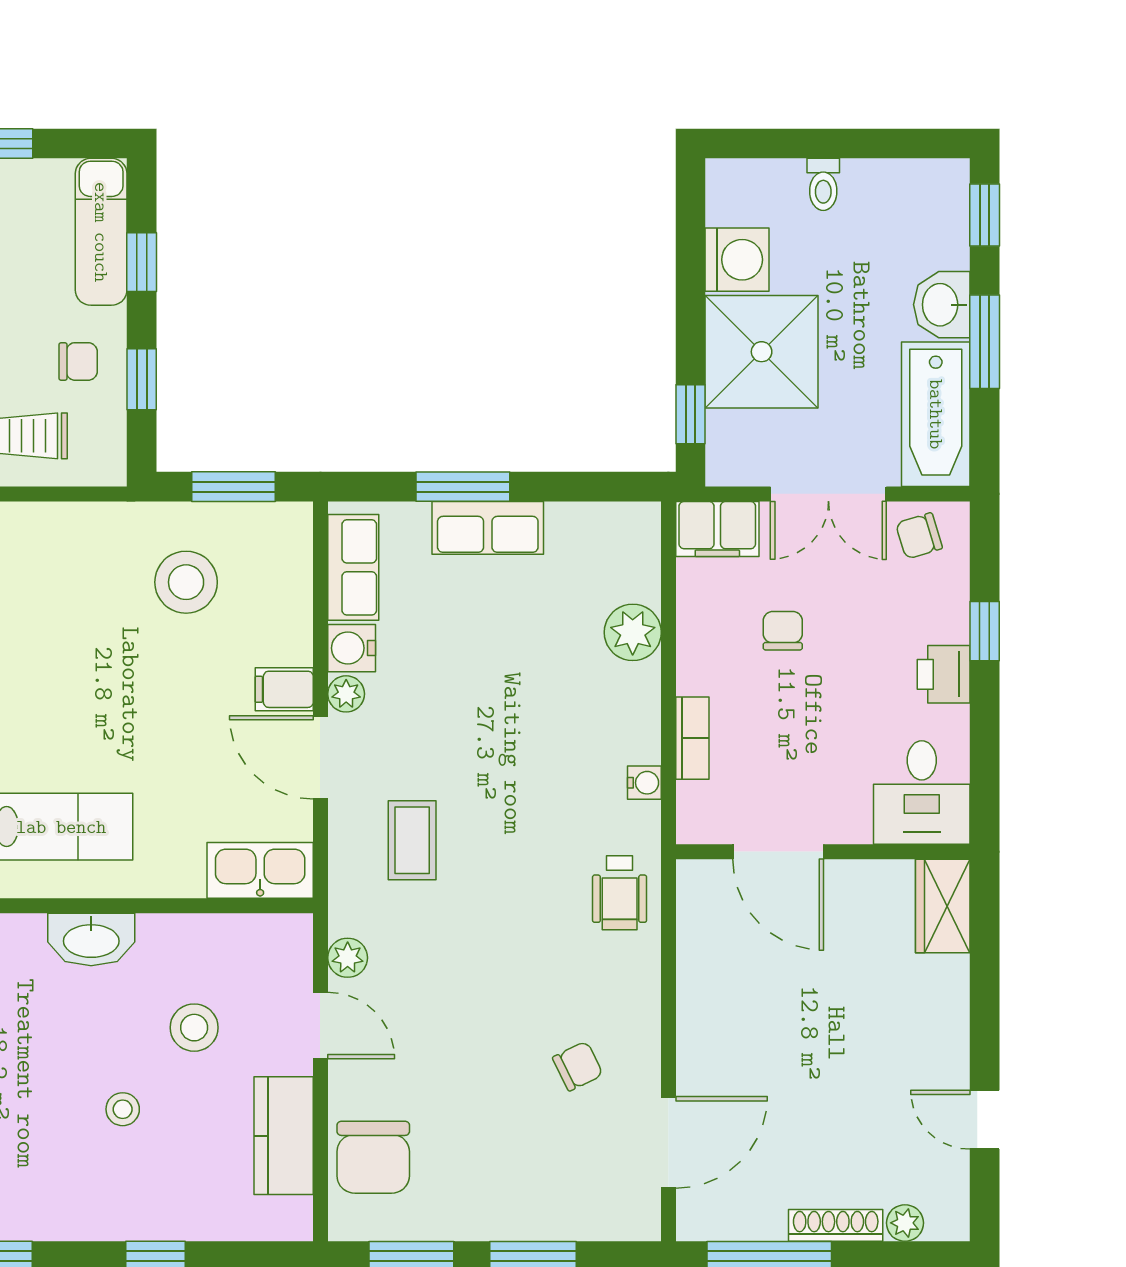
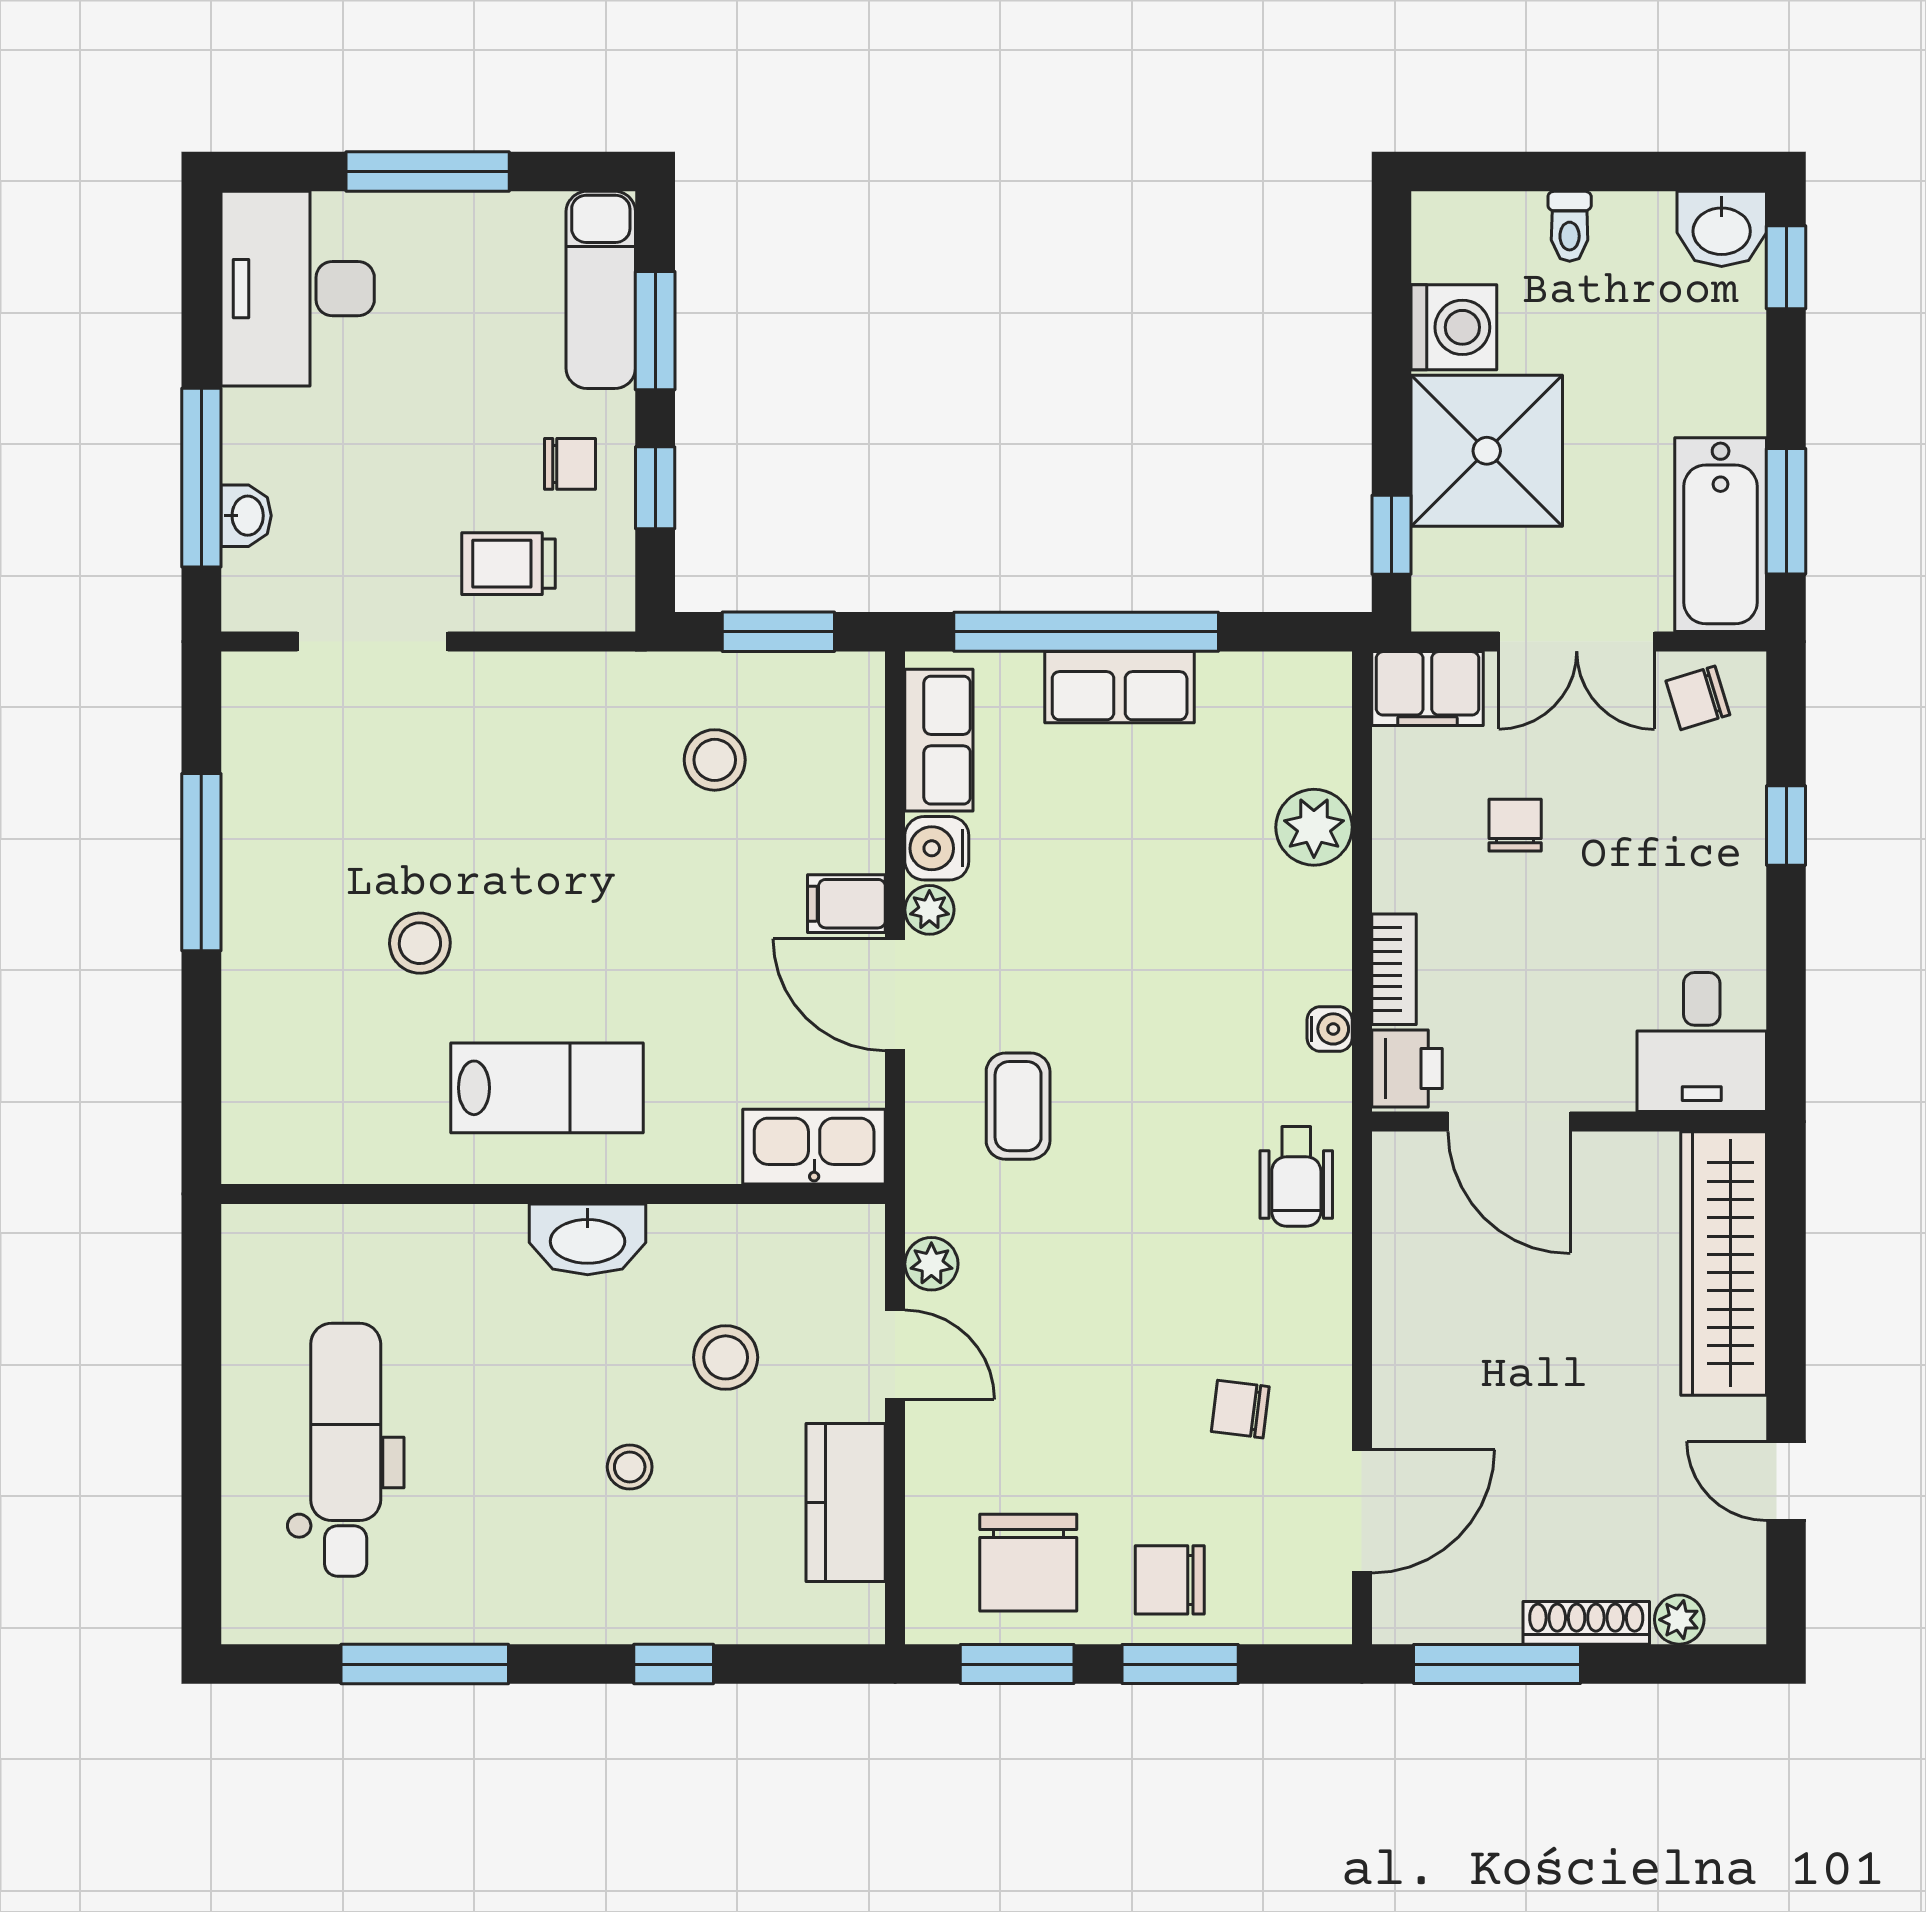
window: (142, 262) -> (655, 331), width x1.50
washbasin: (942, 305) -> (1722, 229), moved, turned -90
window: (985, 342) -> (1786, 511), moved
window: (463, 487) -> (1086, 632), width x2.11
stool: (186, 582) -> (715, 760), width x0.73, depth x0.73
printer: (944, 674) -> (1407, 1069), moved, turned 180
wardrobe: (943, 906) -> (1724, 1263), width x2.10, depth x1.17
chair: (578, 1066) -> (1240, 1409), turned -147
chair: (373, 1157) -> (1028, 1563), moved
chair: (525, 1193) -> (1170, 1580), added

